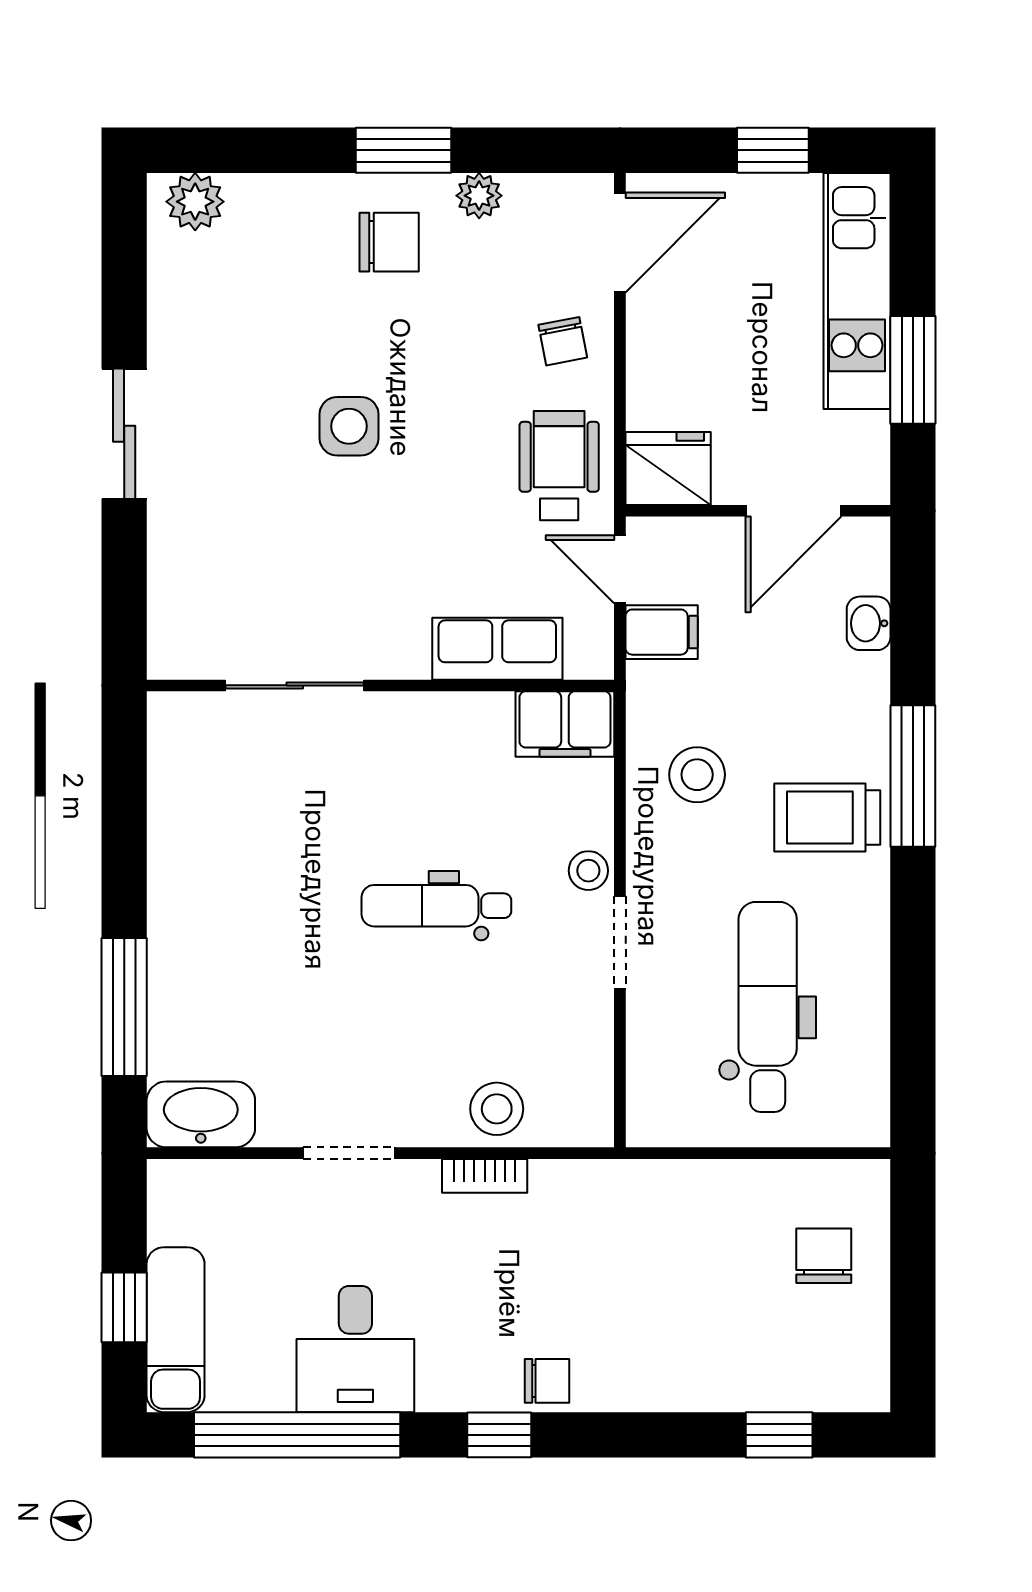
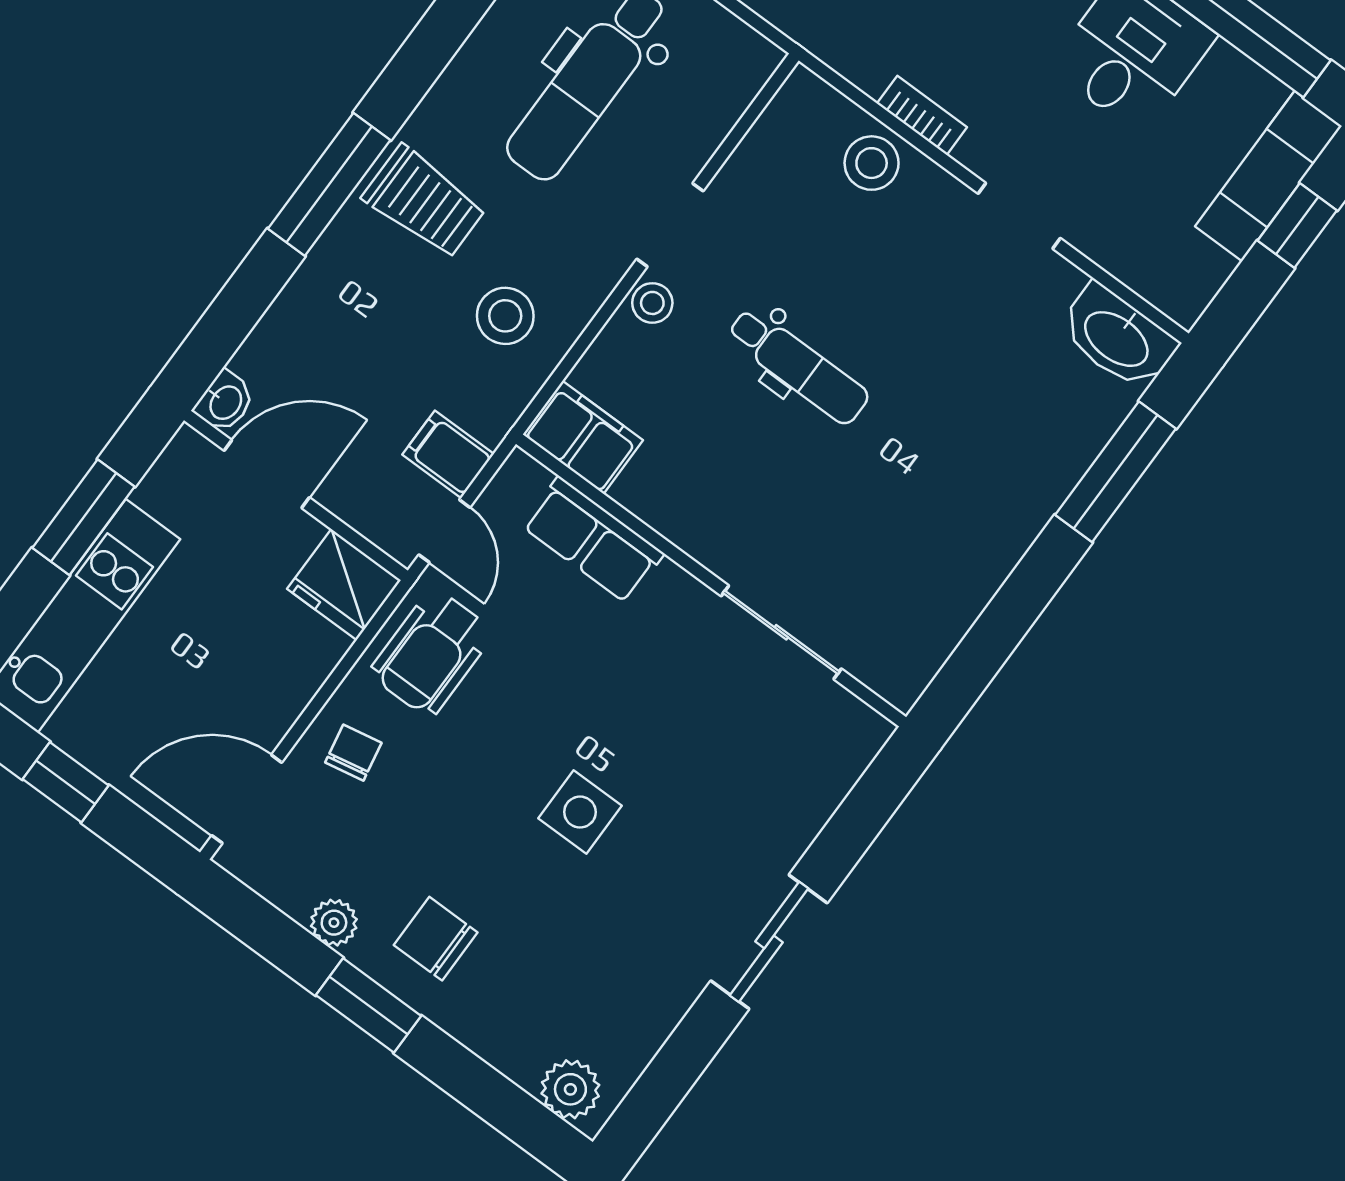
washbasin: (869, 623) -> (225, 402), moved

